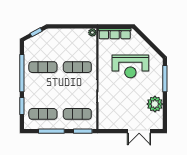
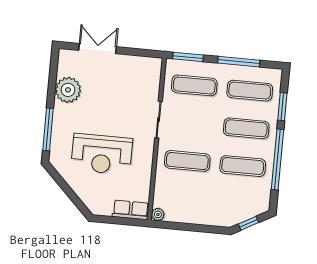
row of seats: (115, 34) -> (131, 210), width x0.68
reception desk: (130, 66) -> (102, 154), turned 180
exercise mat: (43, 91) -> (246, 128), added

